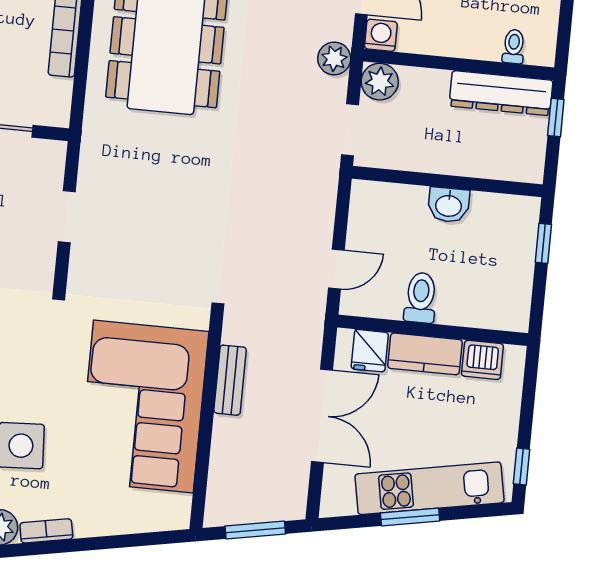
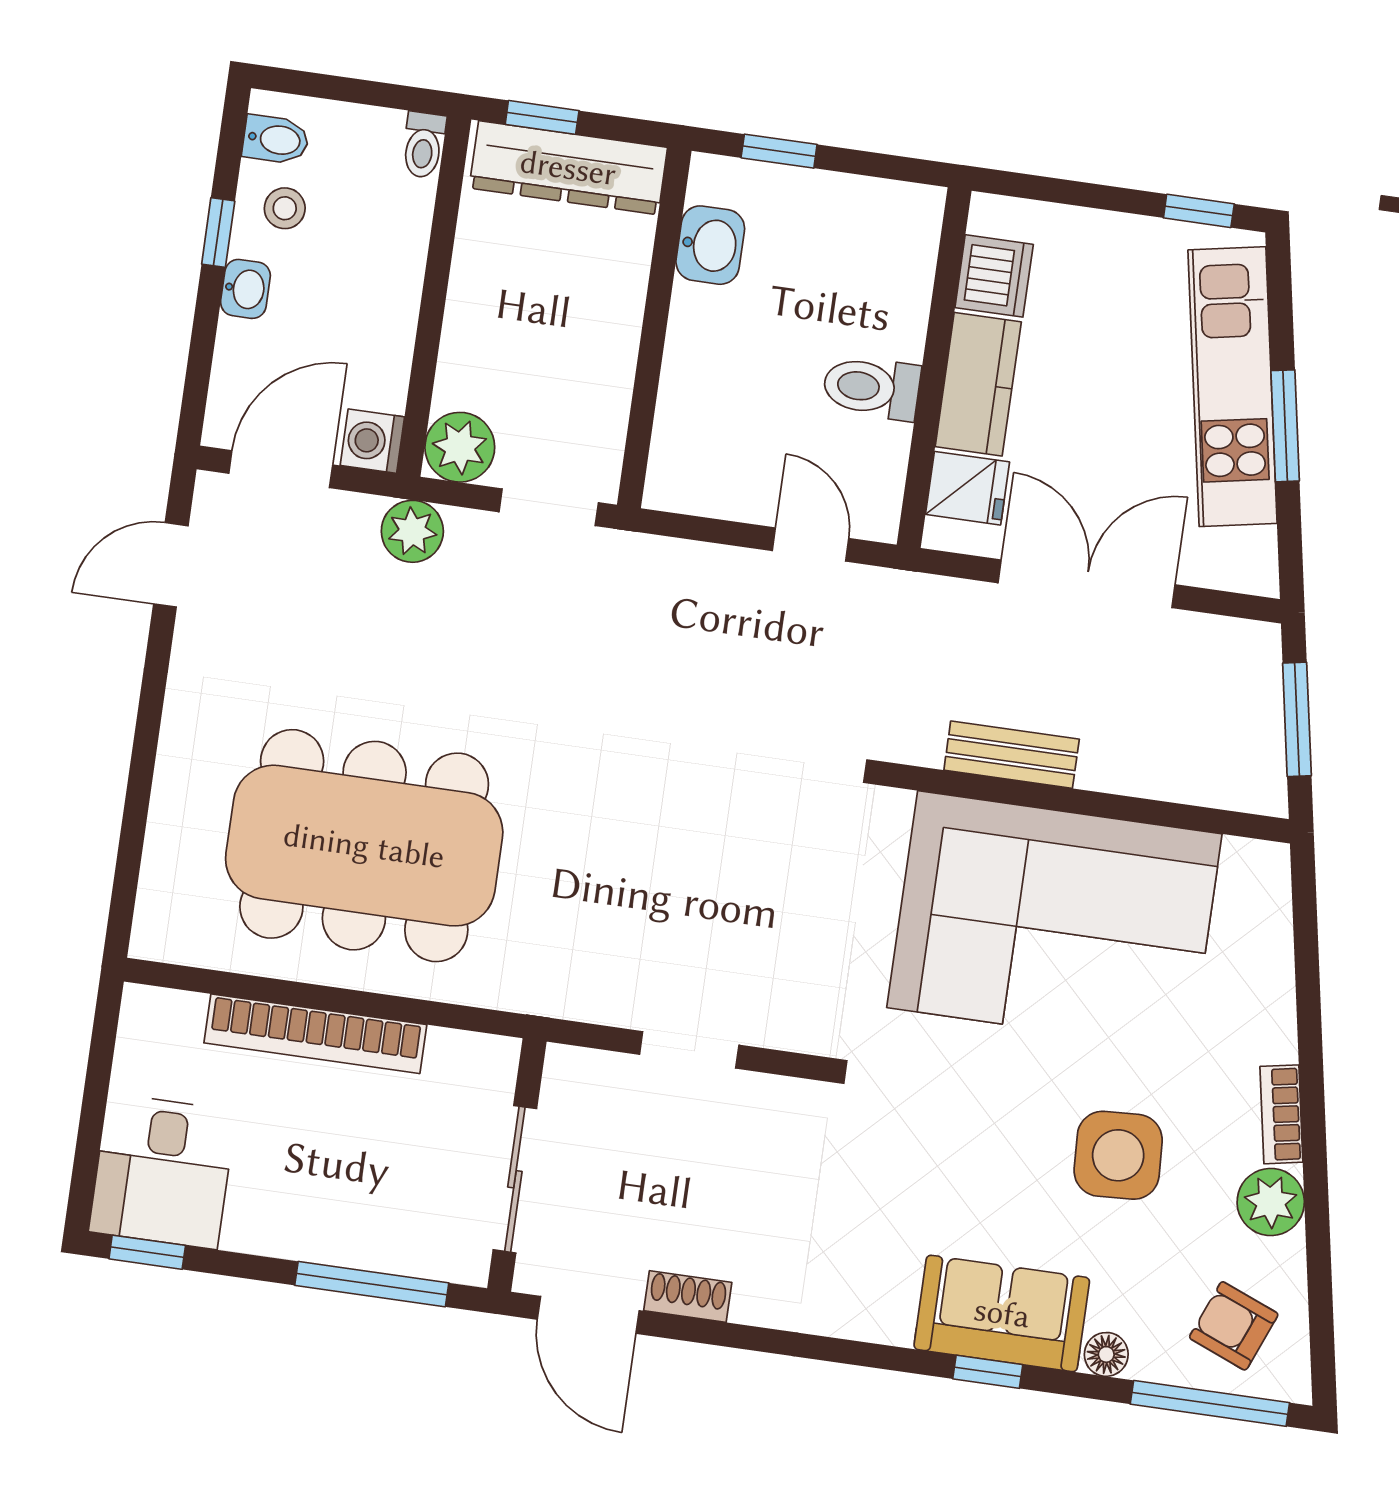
toilet: (514, 47) -> (424, 145), moved, turned -90
dresser: (501, 93) -> (568, 168), moved, turned 90
washbasin: (449, 205) -> (710, 245), moved

